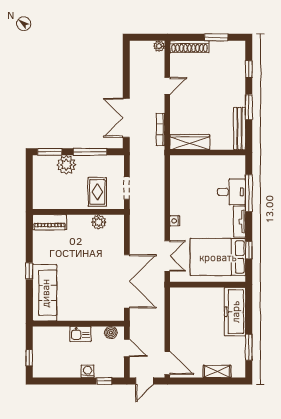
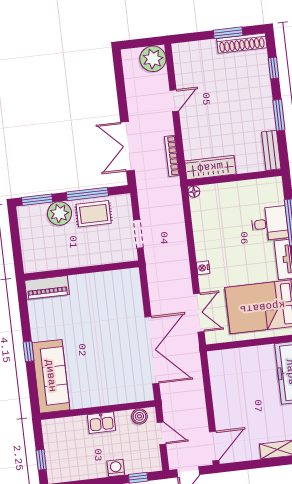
plant: (159, 46) -> (153, 59), width x1.88, depth x1.88
shoe rack: (189, 47) -> (242, 43), moved
bench: (240, 129) -> (271, 150), width x0.73
floor lamp: (175, 160) -> (194, 192), added
rug: (97, 192) -> (94, 214), moved, turned 90
plant: (99, 222) -> (108, 280), removed
door: (167, 363) -> (214, 446), hinge flipped

